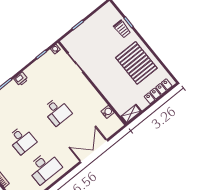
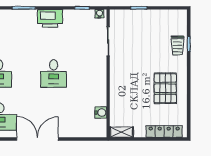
pallet: (136, 63) -> (165, 88), width x0.73, depth x0.71
printer: (21, 79) -> (50, 18), width x1.87, depth x1.48
double door: (94, 151) -> (38, 139), moved

